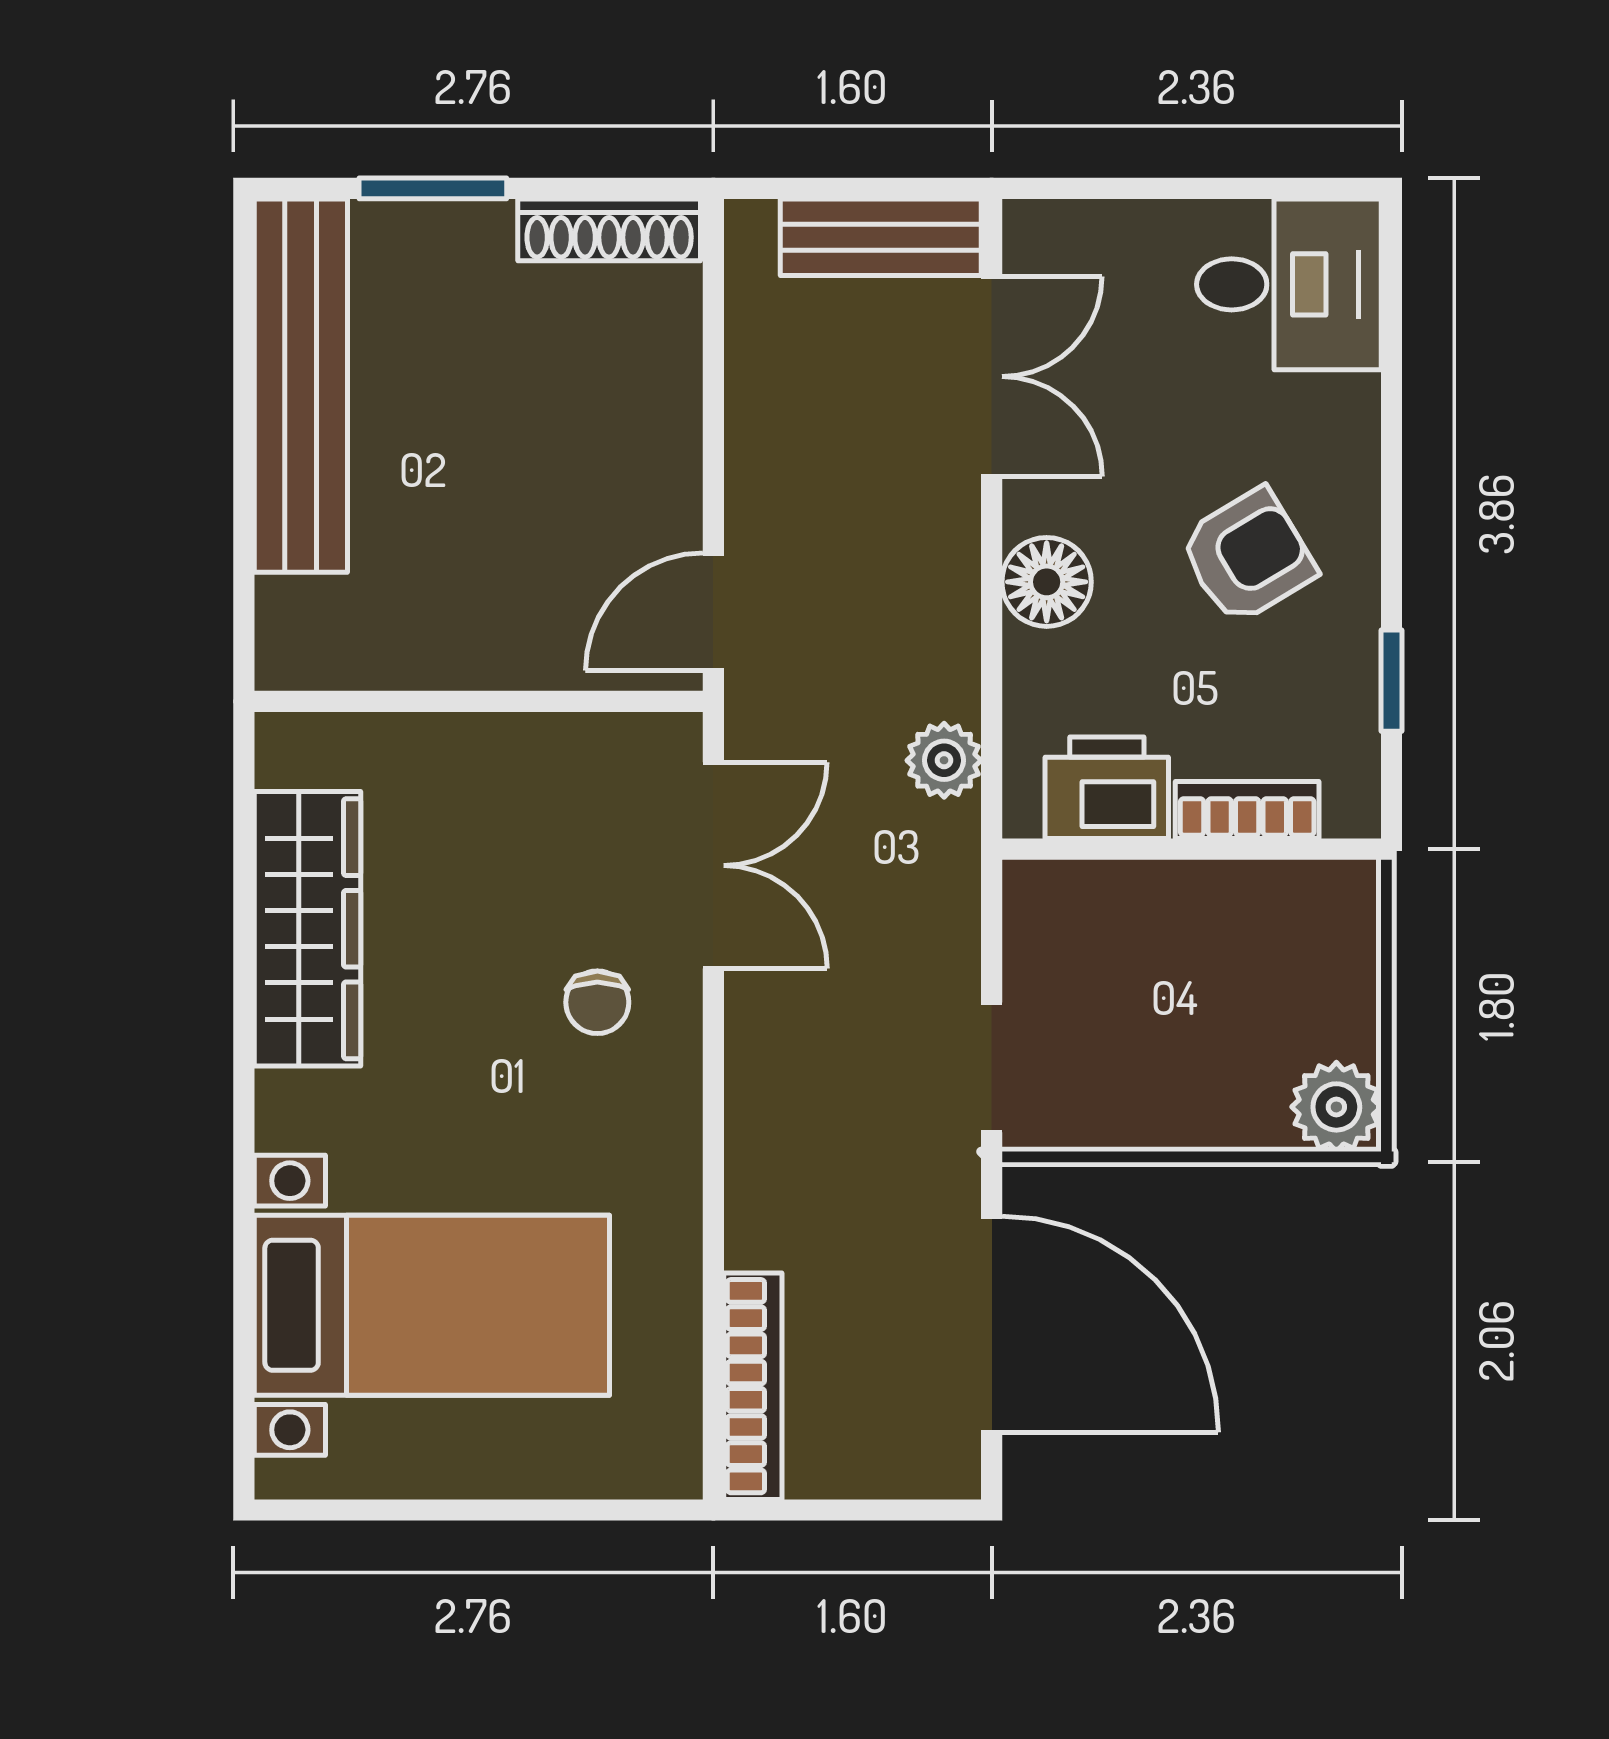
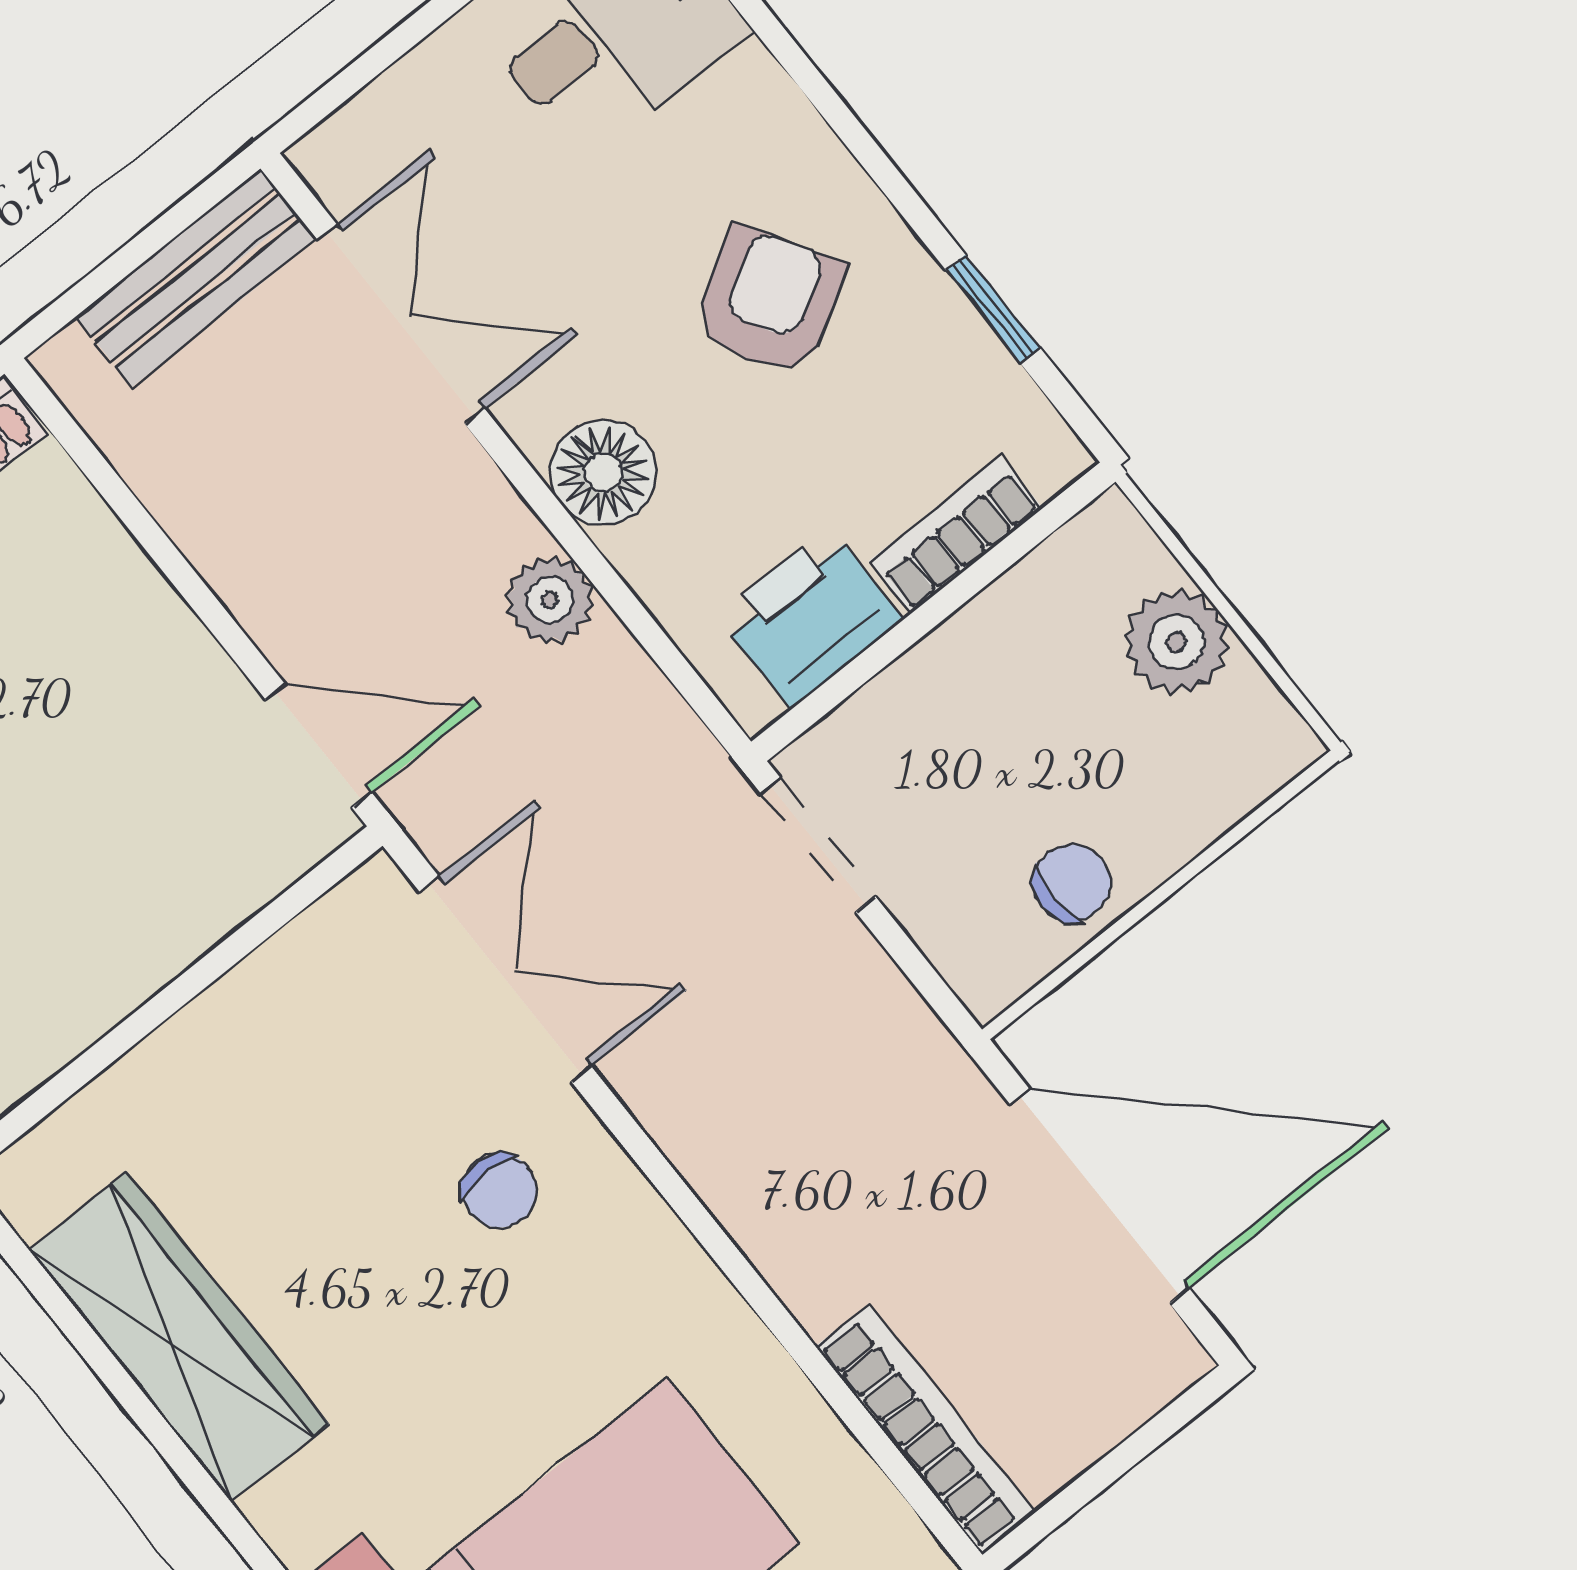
door: (713, 612) -> (318, 746), swing flipped
plant: (944, 760) -> (550, 600), moved
doorway: (992, 1067) -> (818, 845), moved
chair: (1140, 1102) -> (1072, 883), added
plant: (1336, 1107) -> (1176, 642), moved

